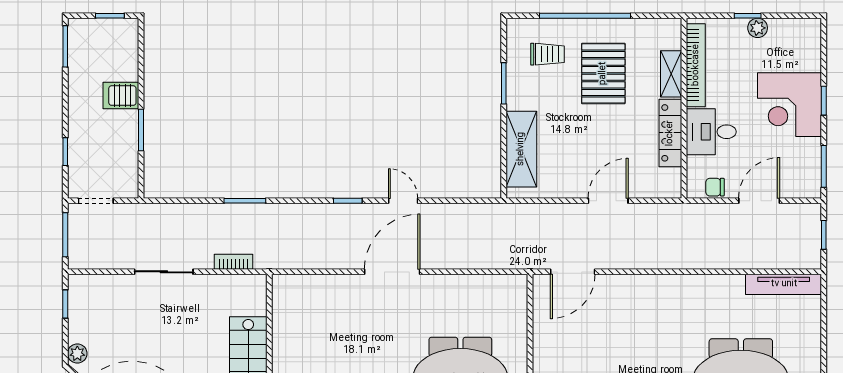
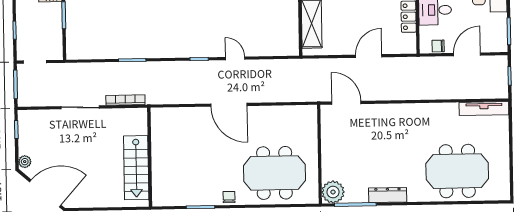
bookcase: (234, 262) -> (125, 100), width x1.56
door: (392, 272) -> (229, 105), swing flipped
door: (573, 272) -> (346, 103), swing flipped

